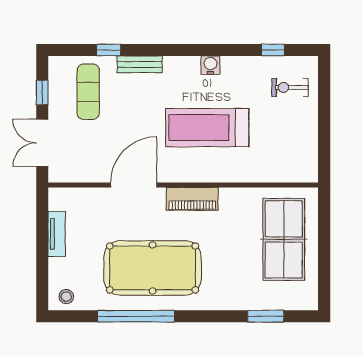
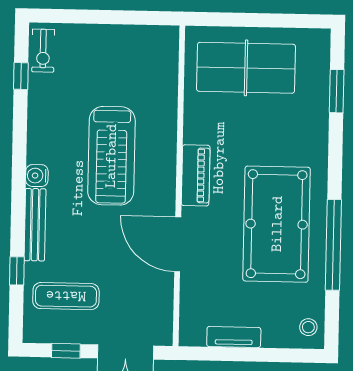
bench: (140, 64) -> (35, 225), width x1.36
water cooler: (210, 65) -> (37, 176), moved
exercise bike: (290, 87) -> (43, 51), moved

